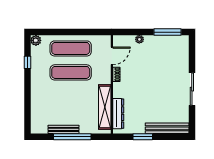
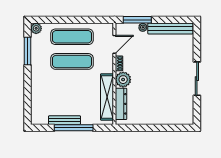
window: (168, 32) -> (137, 20), moved
window: (28, 62) -> (28, 51), width x2.17
plant: (120, 90) -> (123, 80), added
bench: (167, 128) -> (170, 29), moved
window: (143, 137) -> (146, 128), removed

